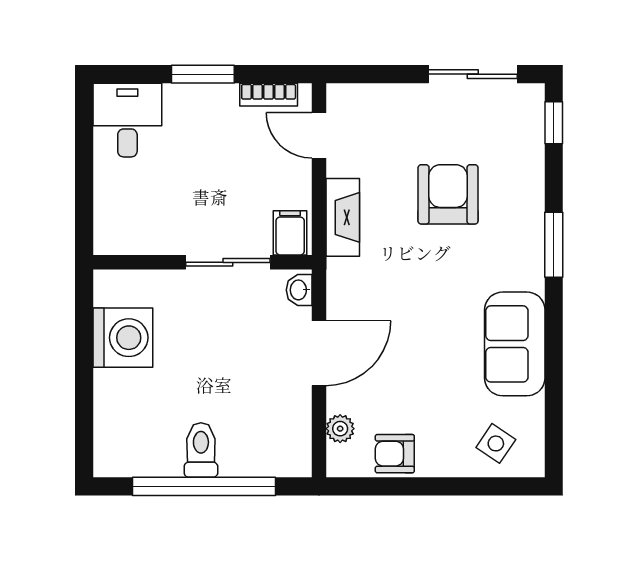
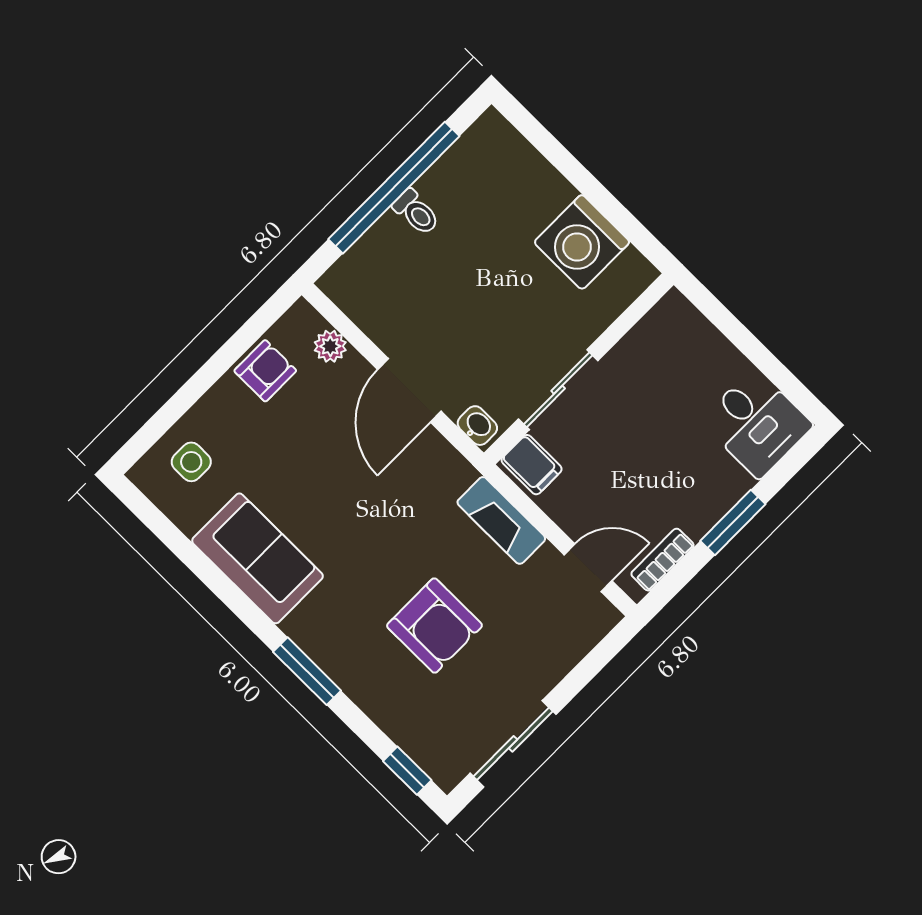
side table: (496, 443) -> (191, 462), turned -34
toilet: (201, 450) -> (416, 212), width x0.73, depth x0.72

